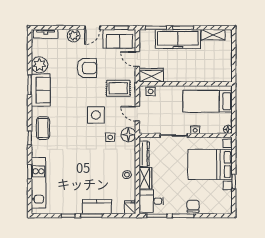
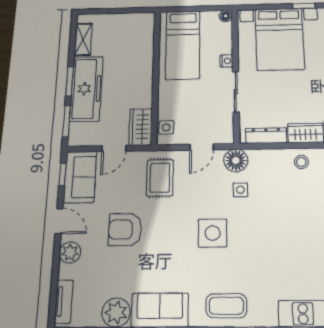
armchair: (87, 68) -> (125, 230), turned -90
side table: (96, 115) -> (213, 233), moved

